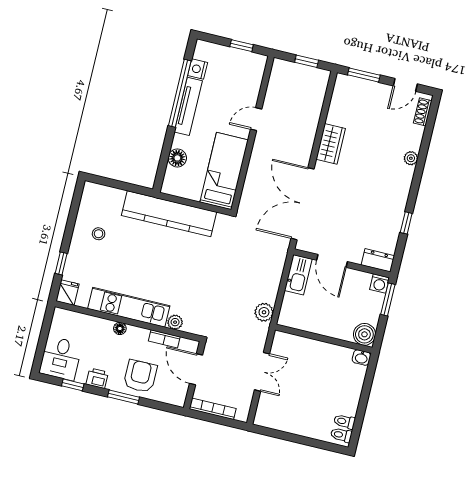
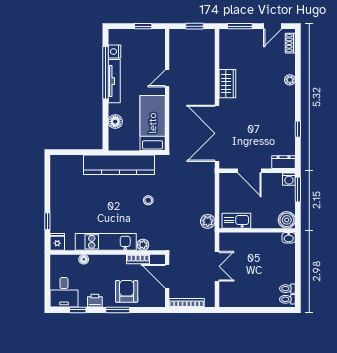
stool: (99, 234) -> (148, 200), moved
kitchen sink: (298, 275) -> (236, 221), moved, turned -90
floor lamp: (120, 328) -> (84, 259), moved

